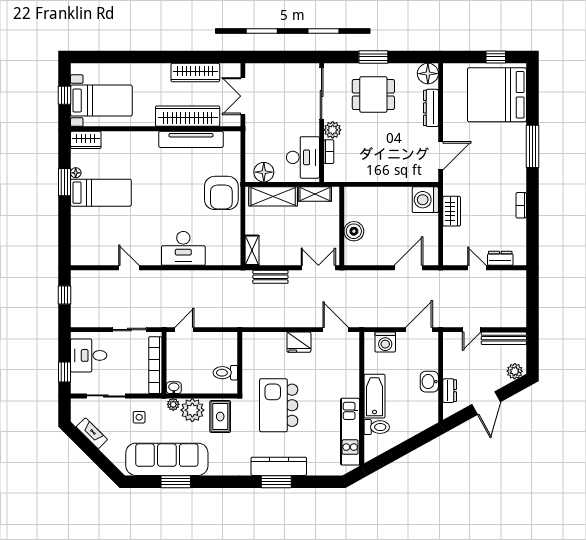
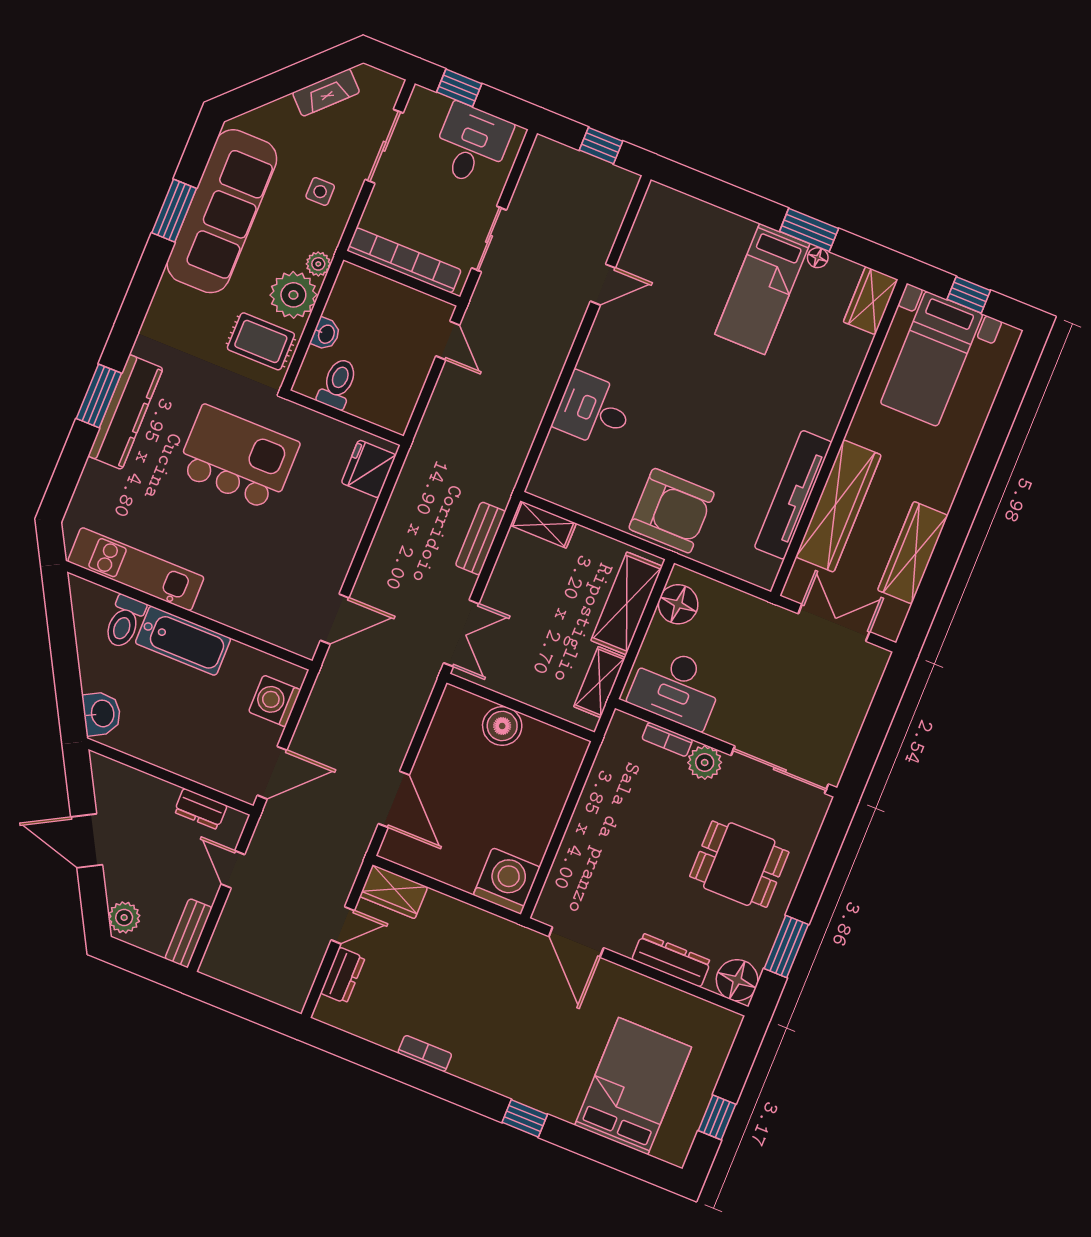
window: (373, 57) -> (786, 947), moved
dining table: (373, 94) -> (739, 864), turned 90
bed: (497, 95) -> (633, 1086), width x0.73
window: (532, 146) -> (525, 1118), width x0.46
armchair: (221, 193) -> (672, 511), turned 180
wardrobe: (452, 211) -> (394, 892), moved
desk: (183, 248) -> (594, 410), width x0.73
door: (419, 330) -> (272, 773), hinge flipped
bench: (504, 338) -> (189, 933), width x0.73
fridge: (299, 342) -> (369, 469), moved
washbasin: (429, 382) -> (102, 714), moved, turned 61
washbasin: (174, 388) -> (326, 334), moved
dresser: (450, 391) -> (201, 809), moved

